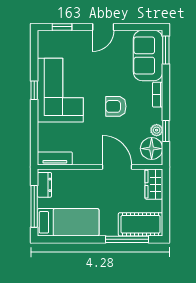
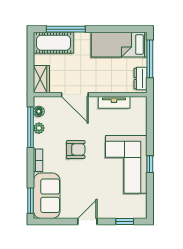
window: (166, 131) -> (31, 127), width x2.17
floor lamp: (152, 149) -> (39, 111), width x0.53, depth x0.53
tv unit: (55, 158) -> (114, 102), moved

